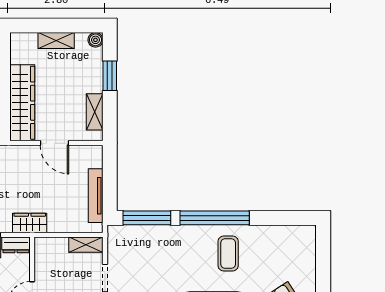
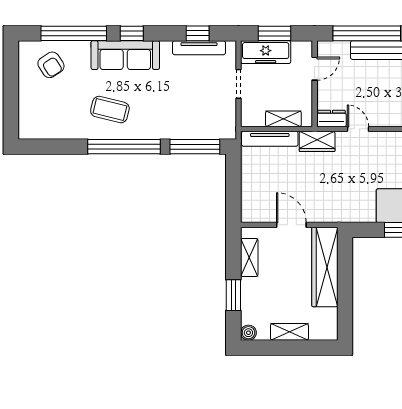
tv unit: (96, 196) -> (270, 139), moved, turned 90
shelving: (86, 245) -> (283, 119), moved
coffee table: (228, 253) -> (110, 110), turned -76

